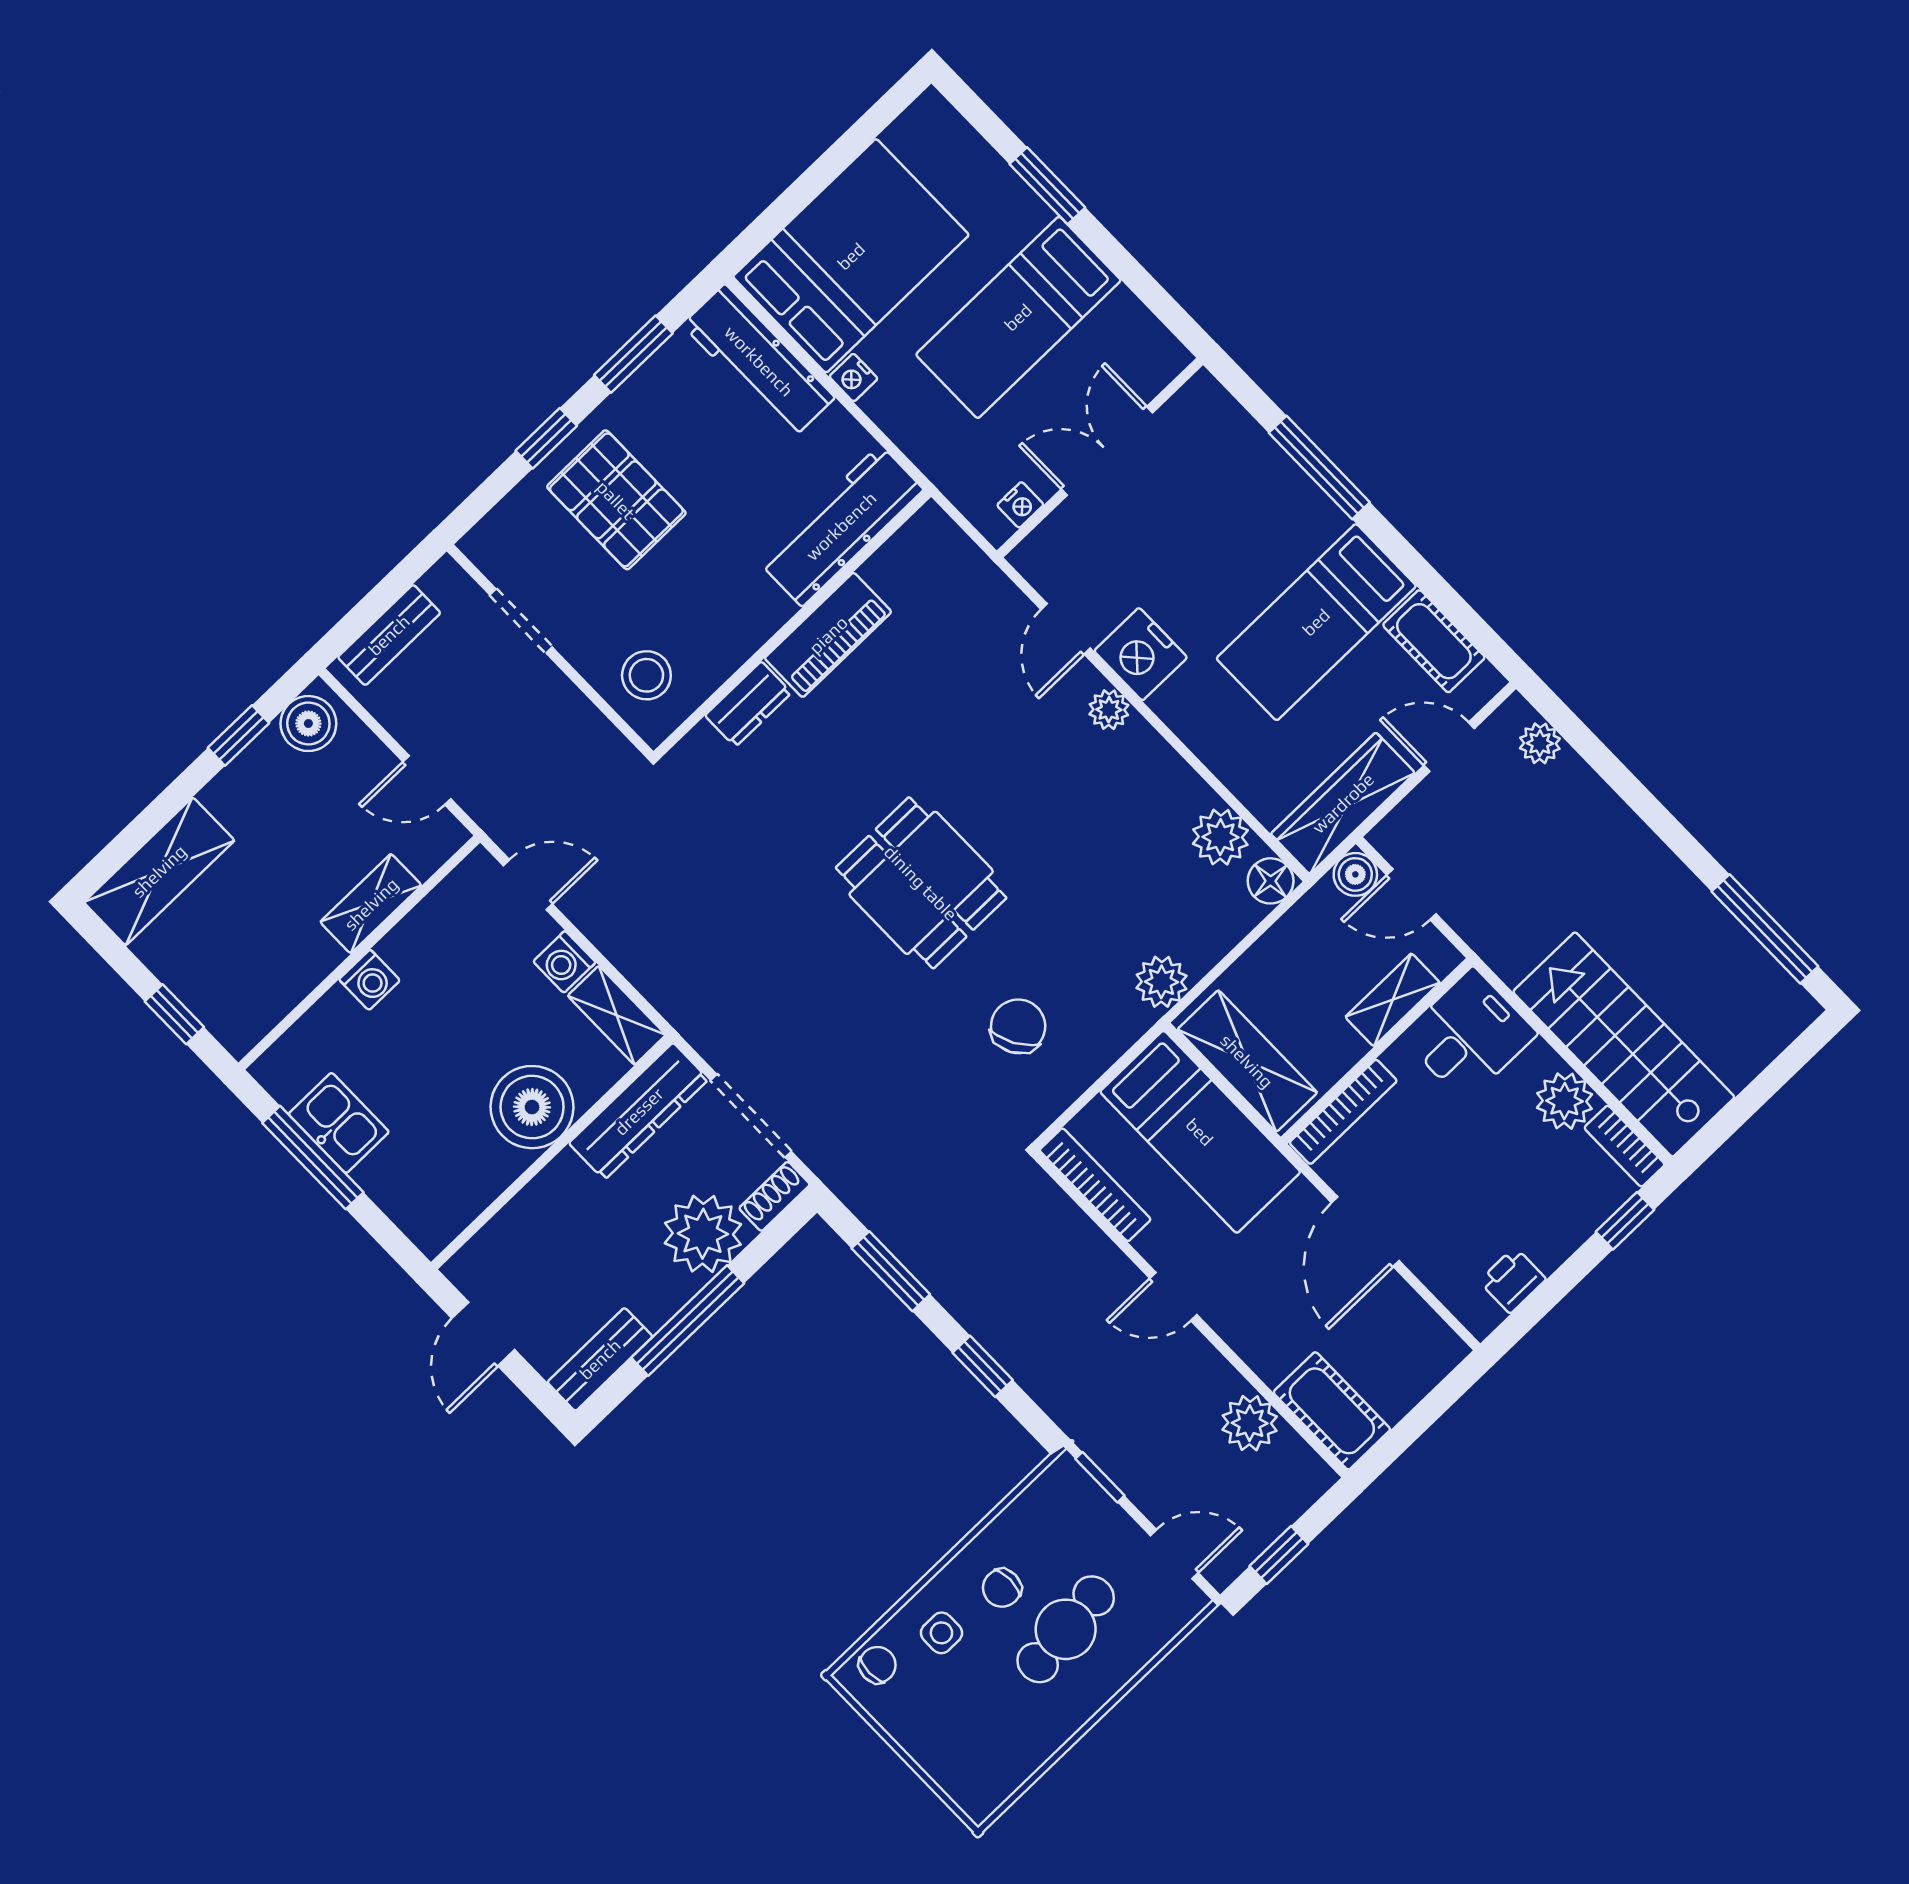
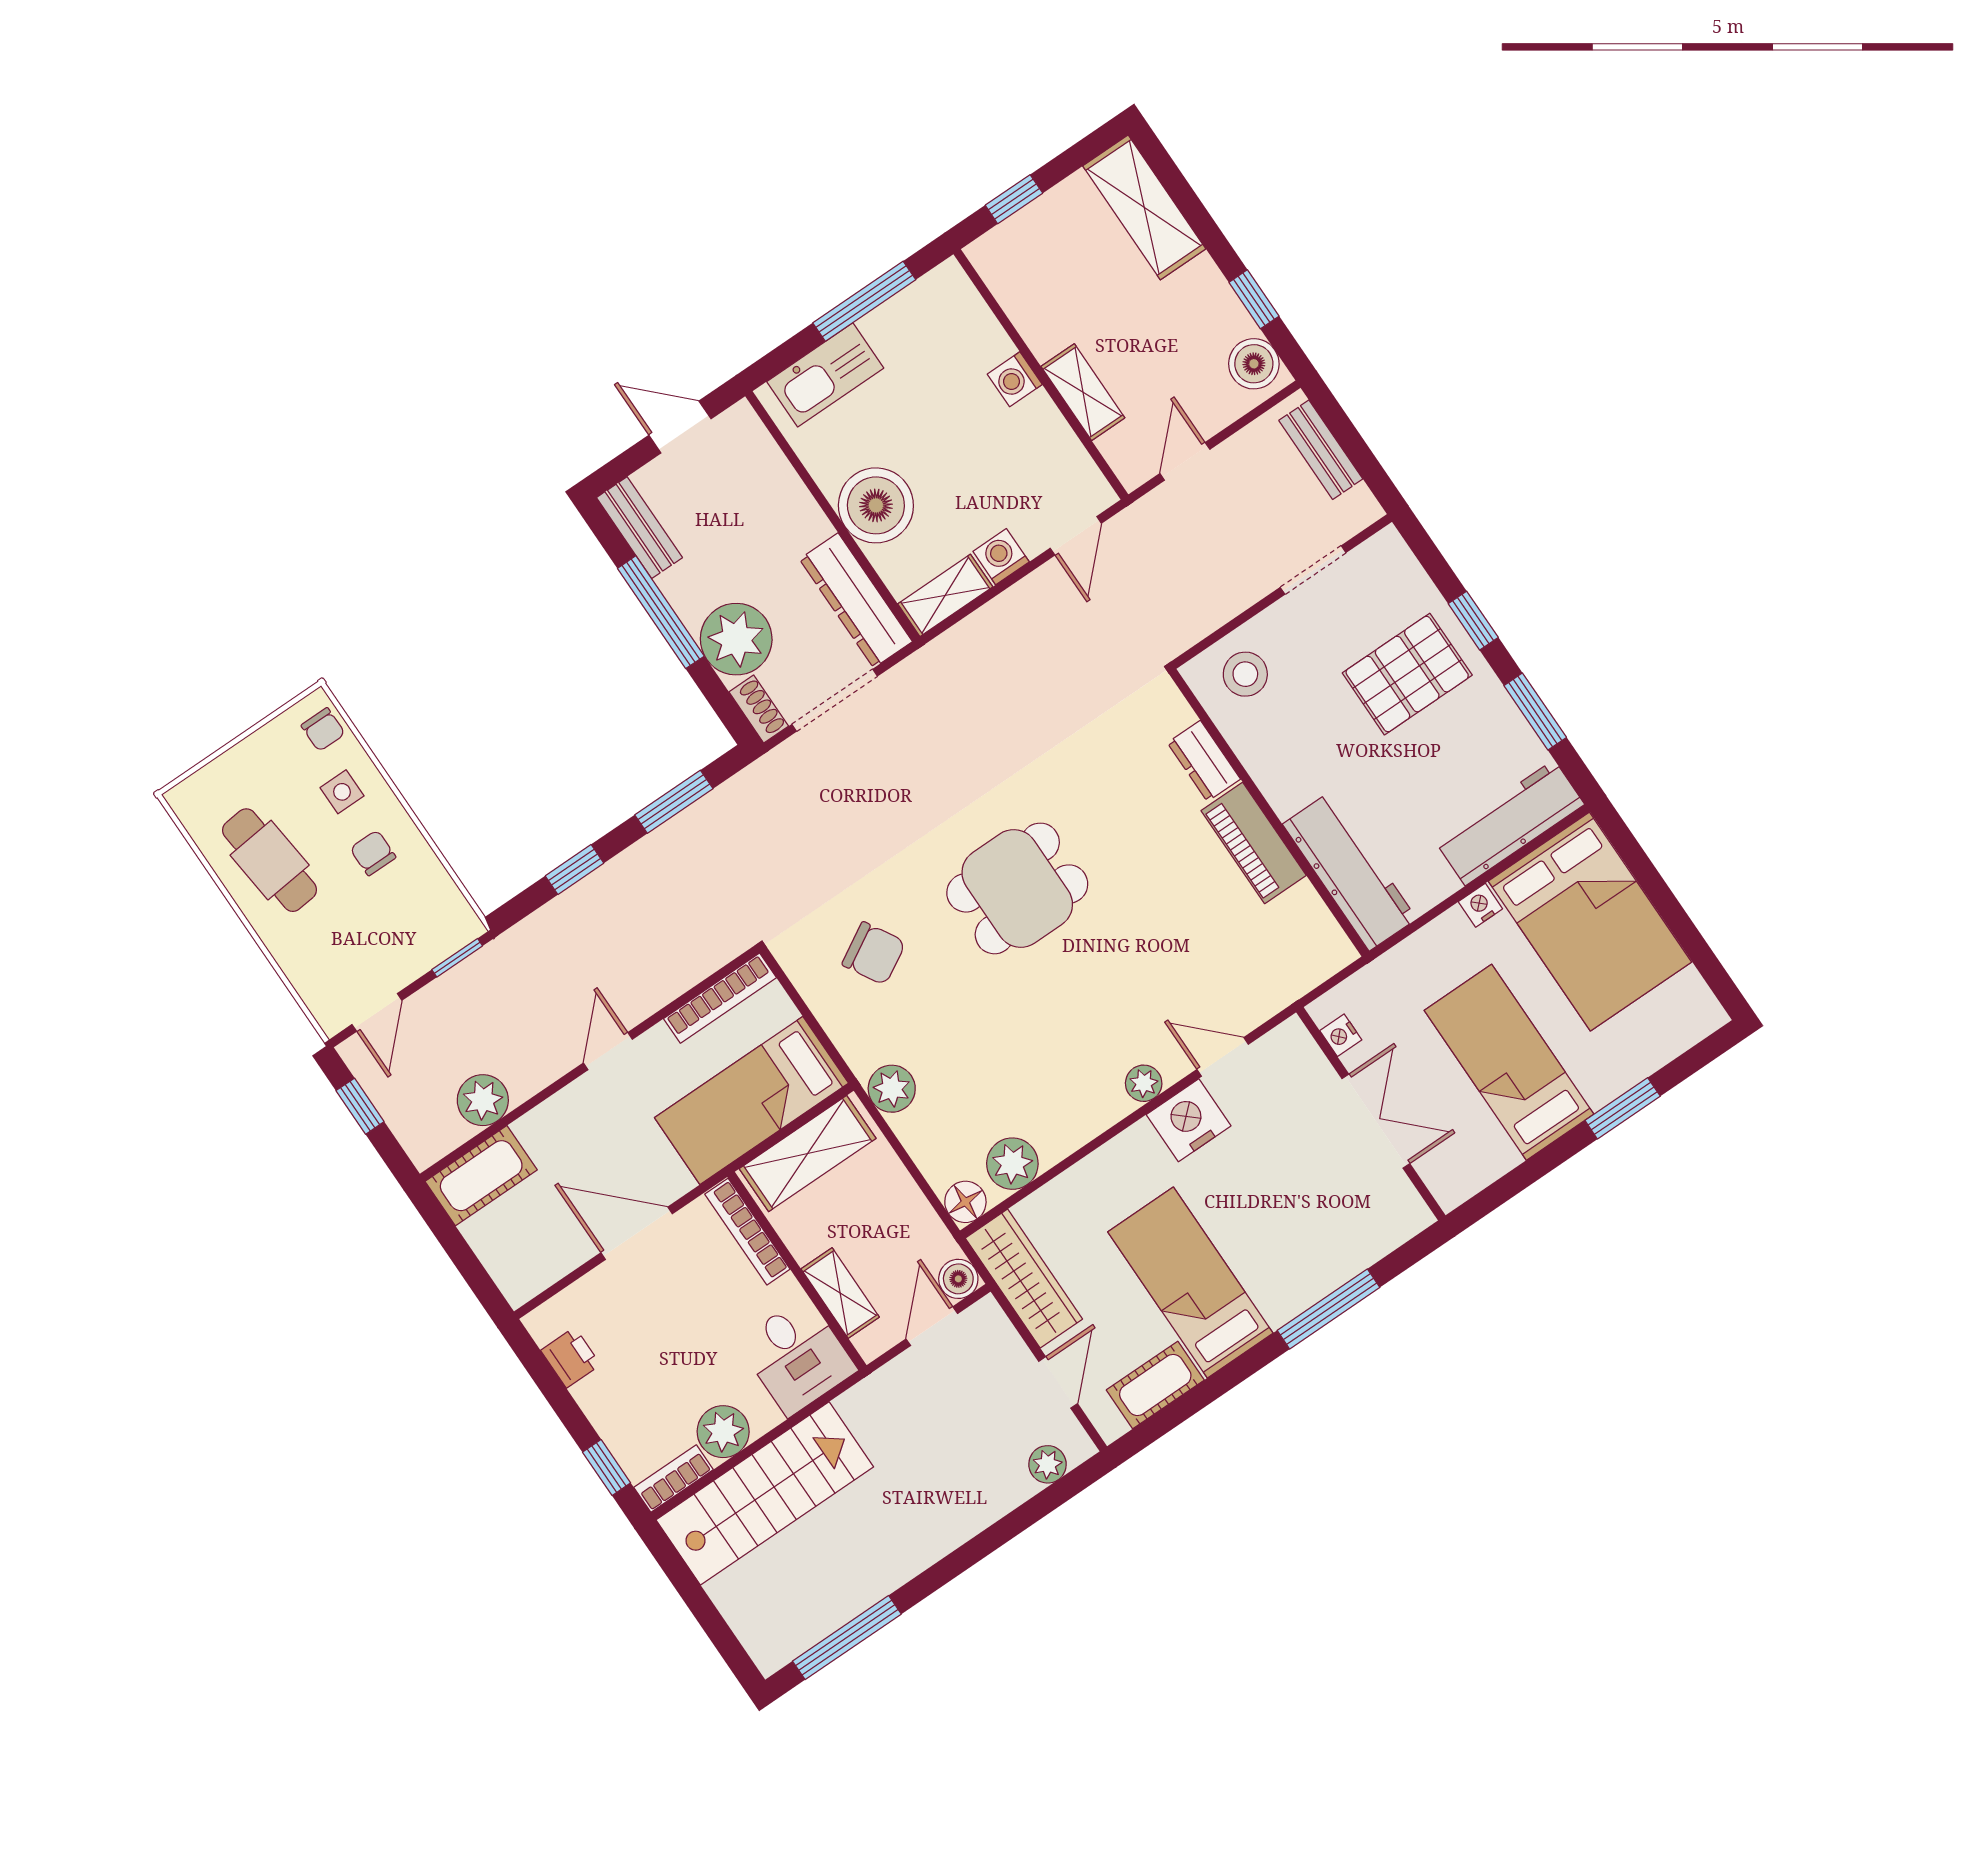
kitchen sink: (339, 1123) -> (825, 375), moved, width x1.38
cafe table: (1066, 1629) -> (270, 860), moved

